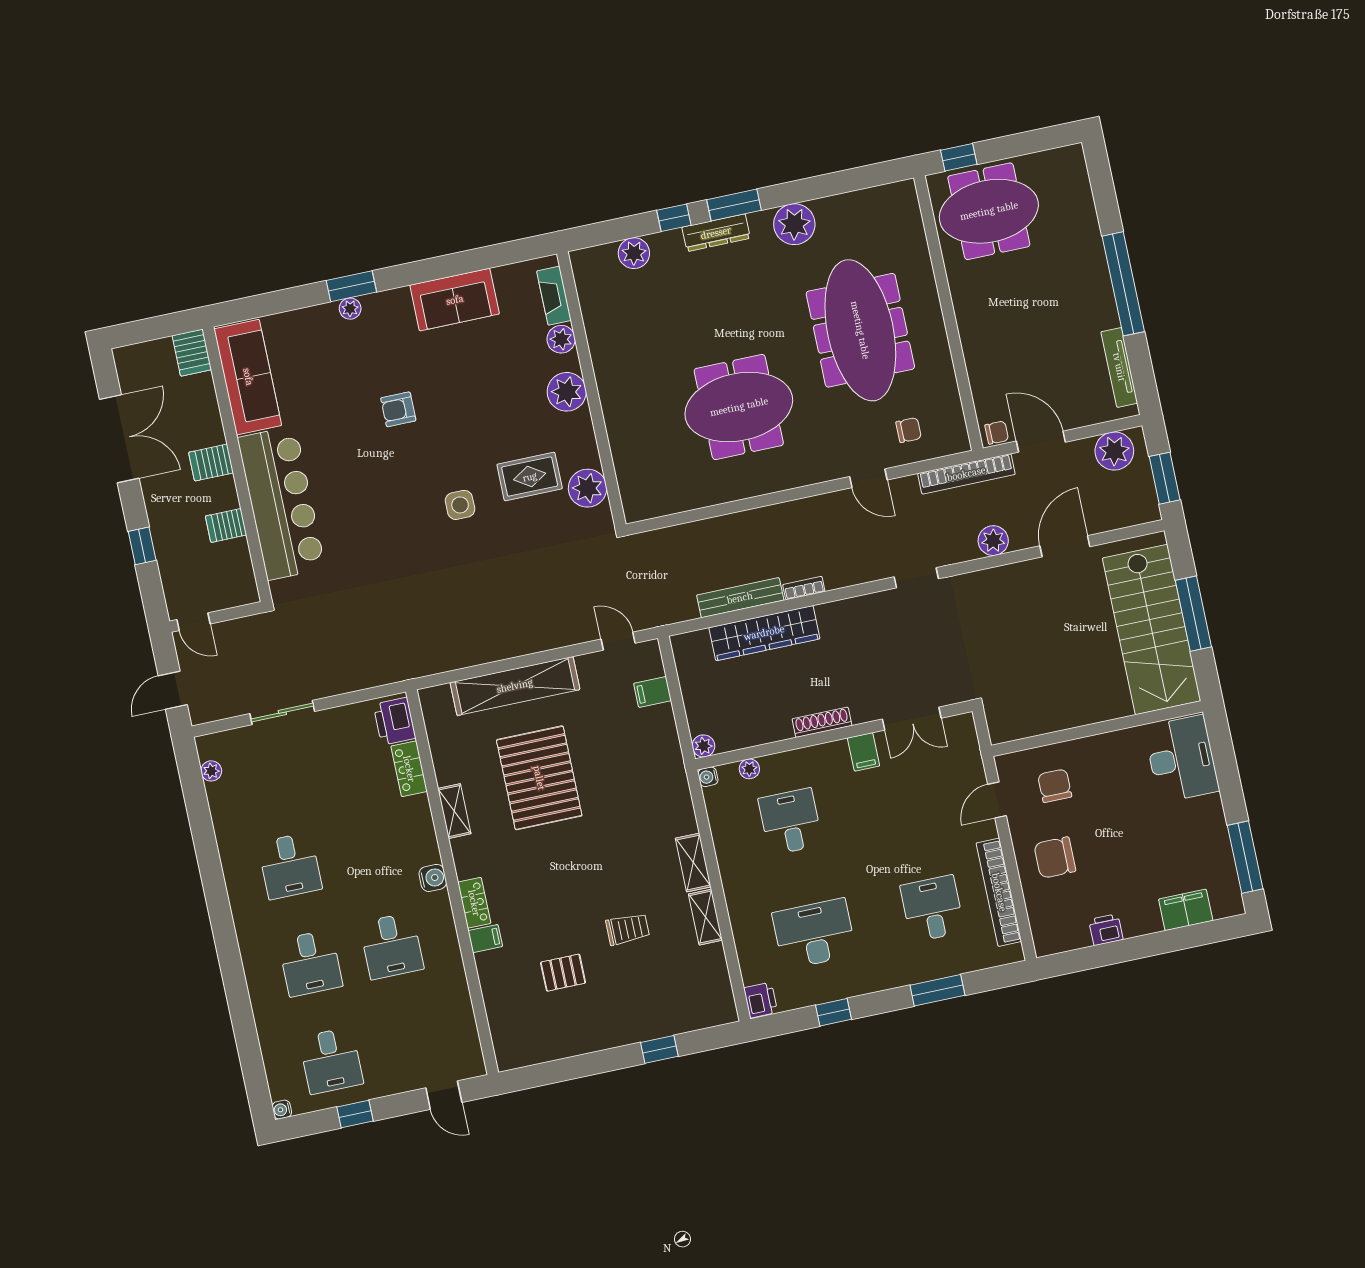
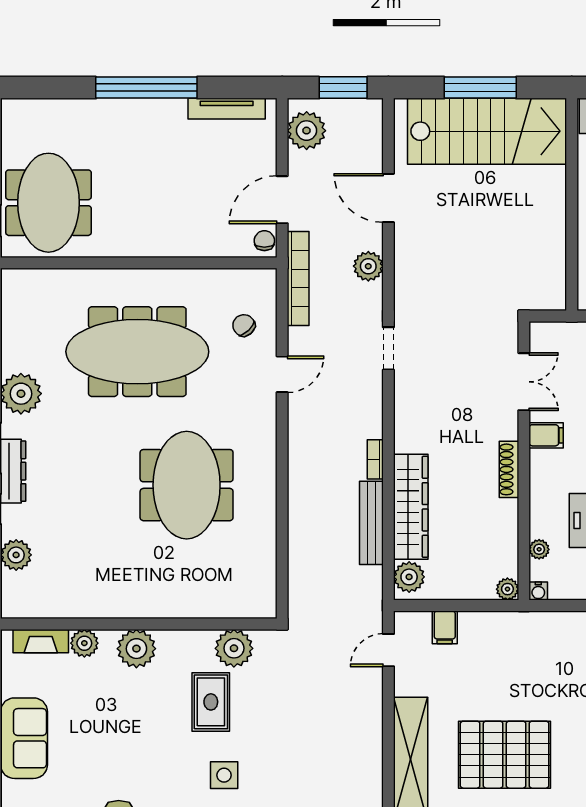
chair: (909, 430) -> (244, 325), turned -43
plant: (695, 646) -> (409, 577), added

